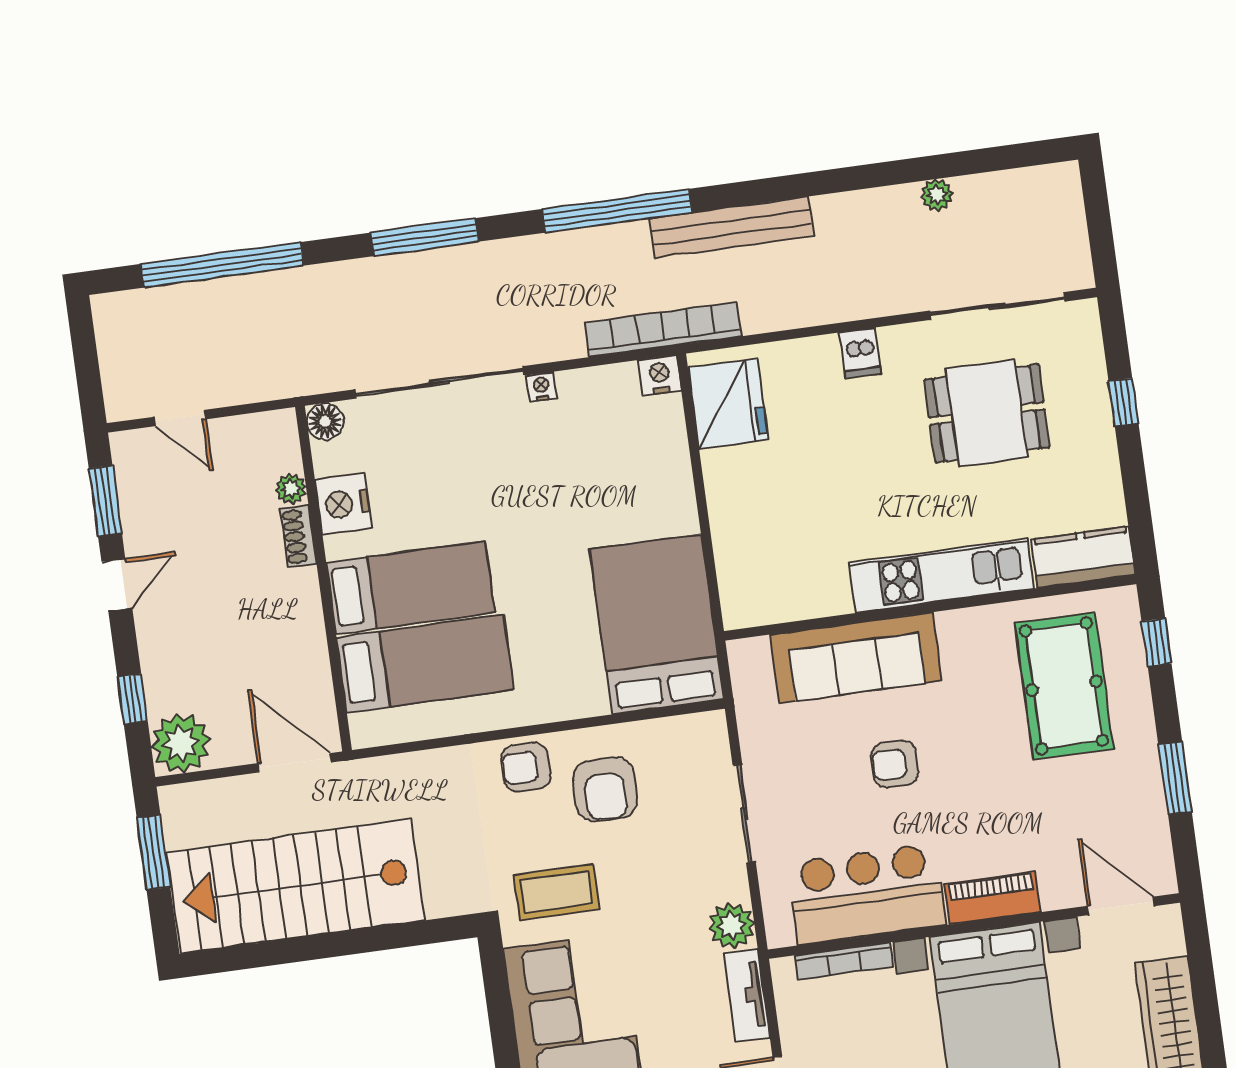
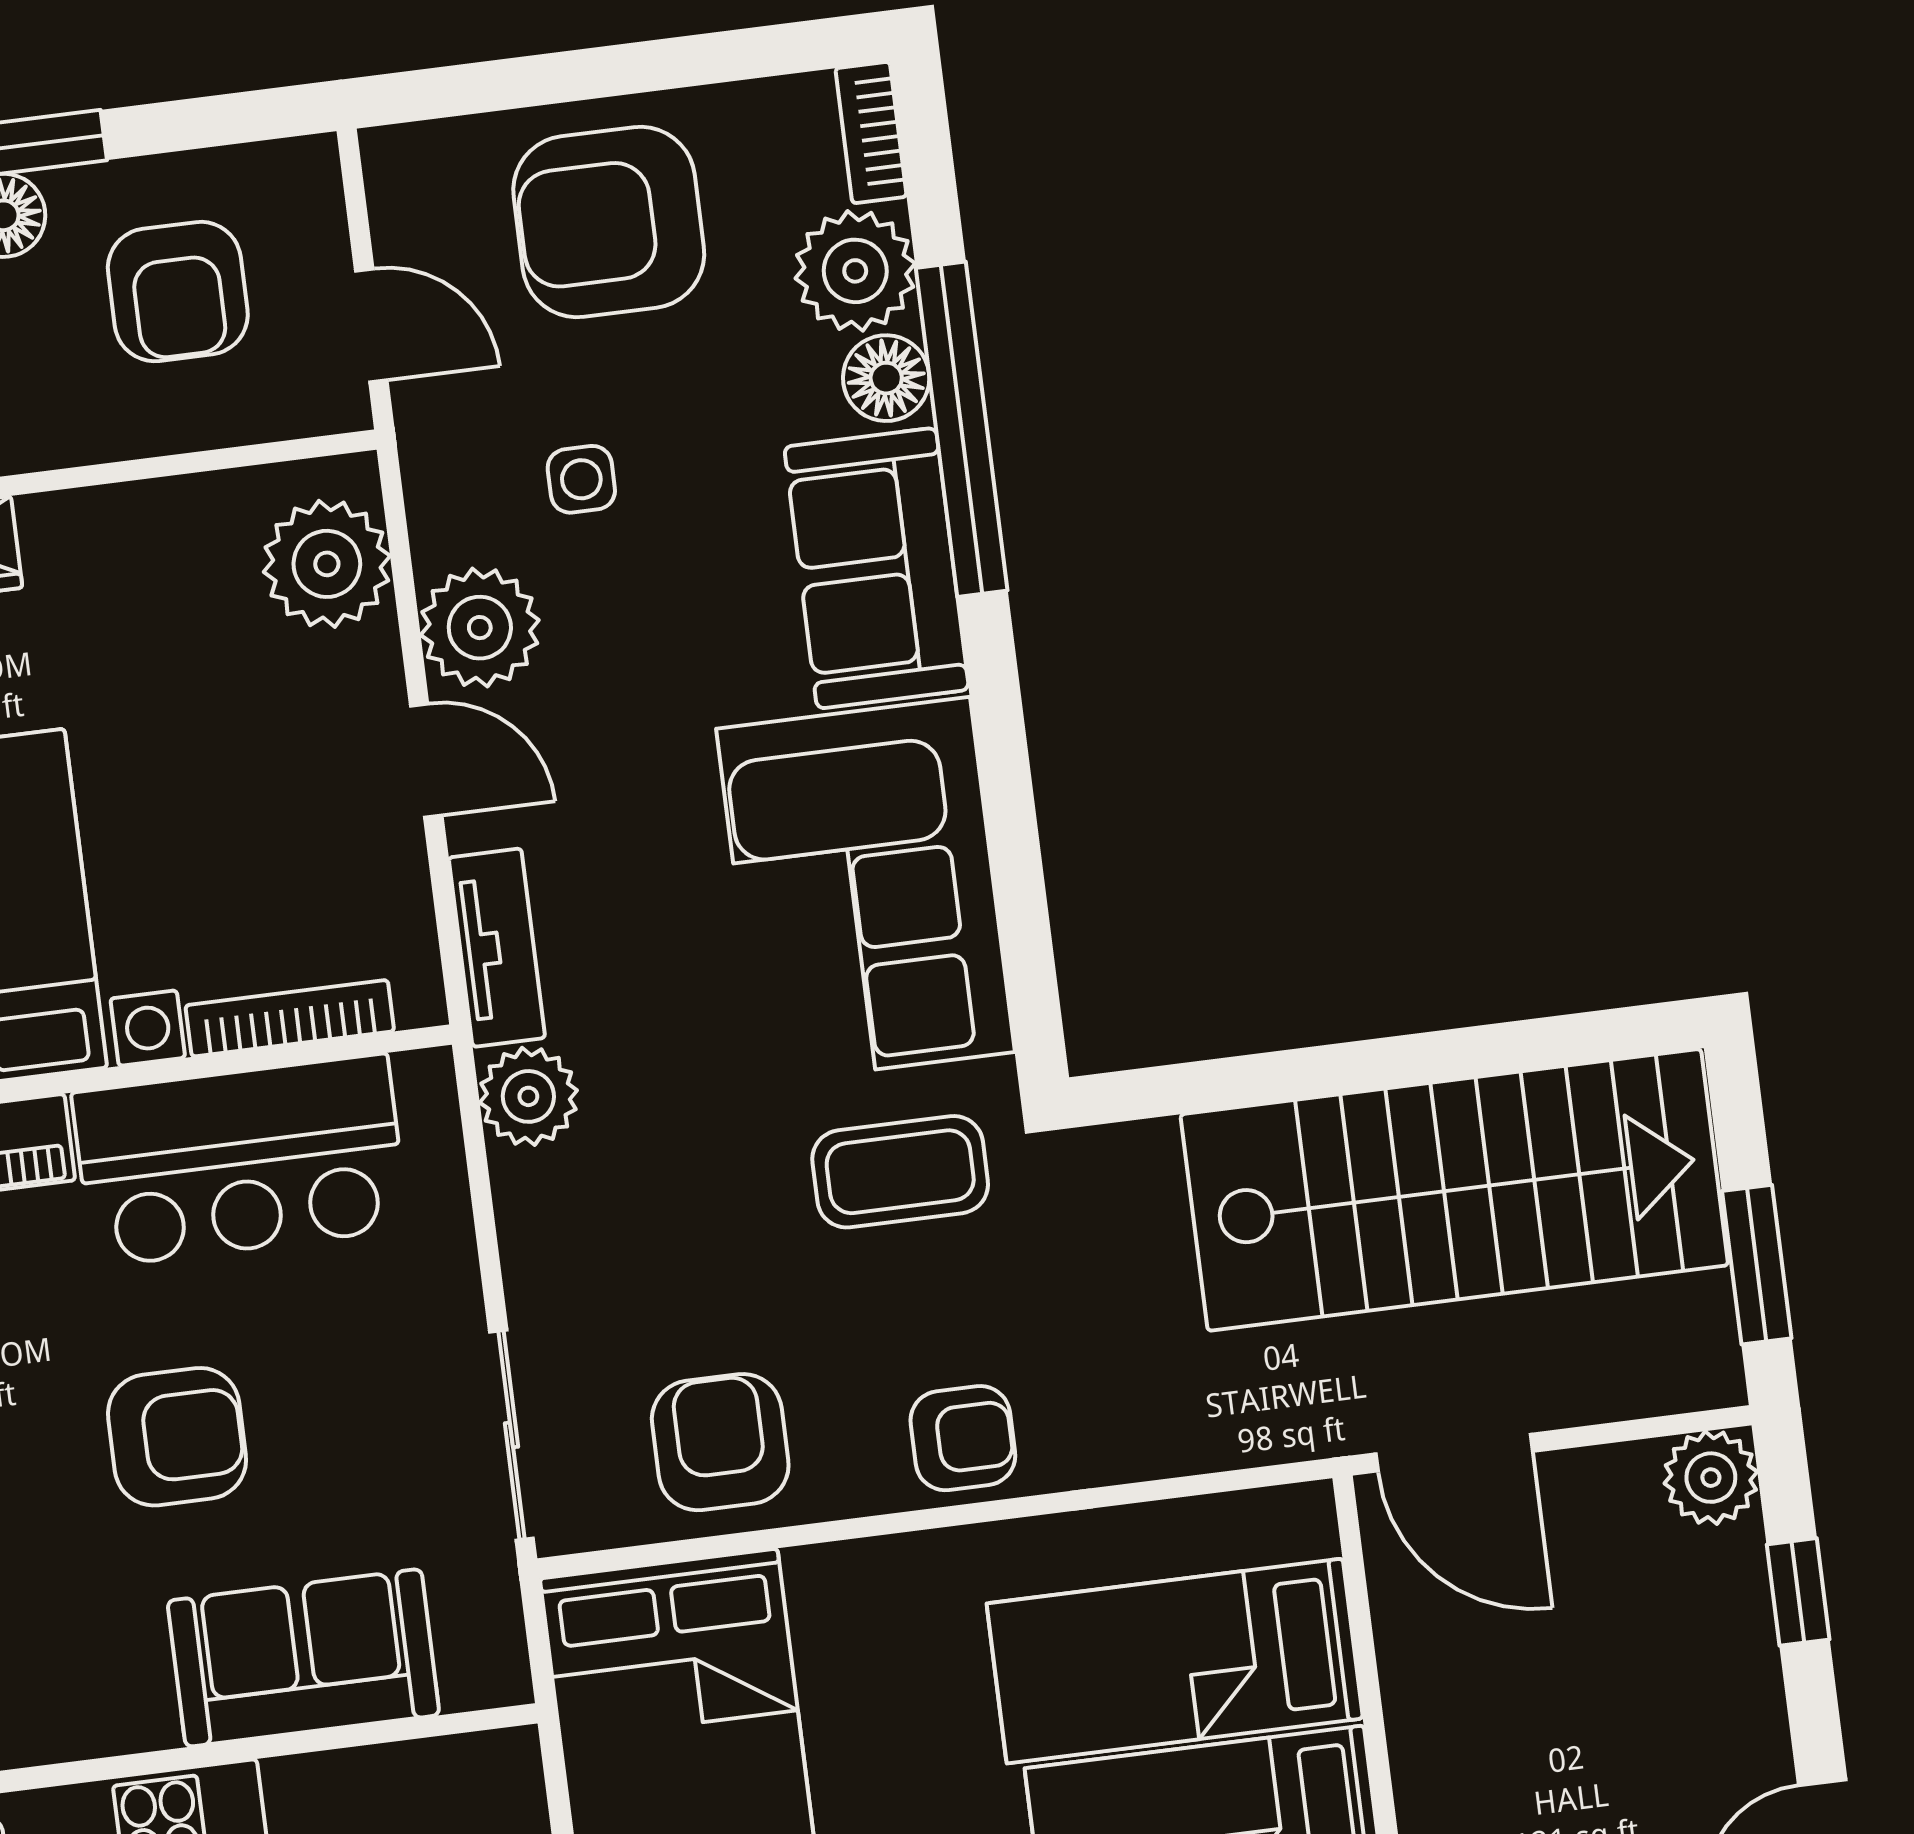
sofa: (856, 658) -> (303, 1658), width x0.73
plant: (181, 743) -> (1711, 1478), width x0.73, depth x0.73
armchair: (895, 764) -> (177, 1437), width x1.38, depth x1.38
armchair: (605, 789) -> (720, 1442), moved
sliding door: (744, 813) -> (511, 1435), moved

